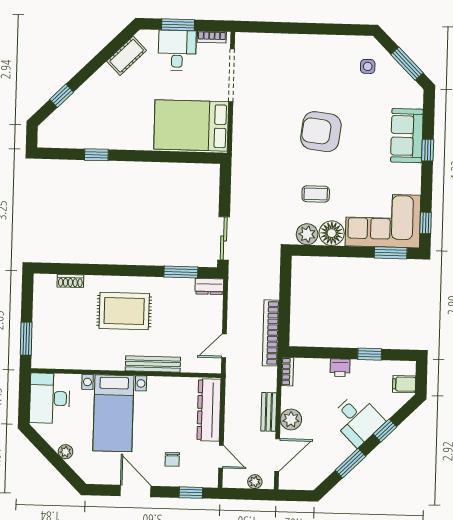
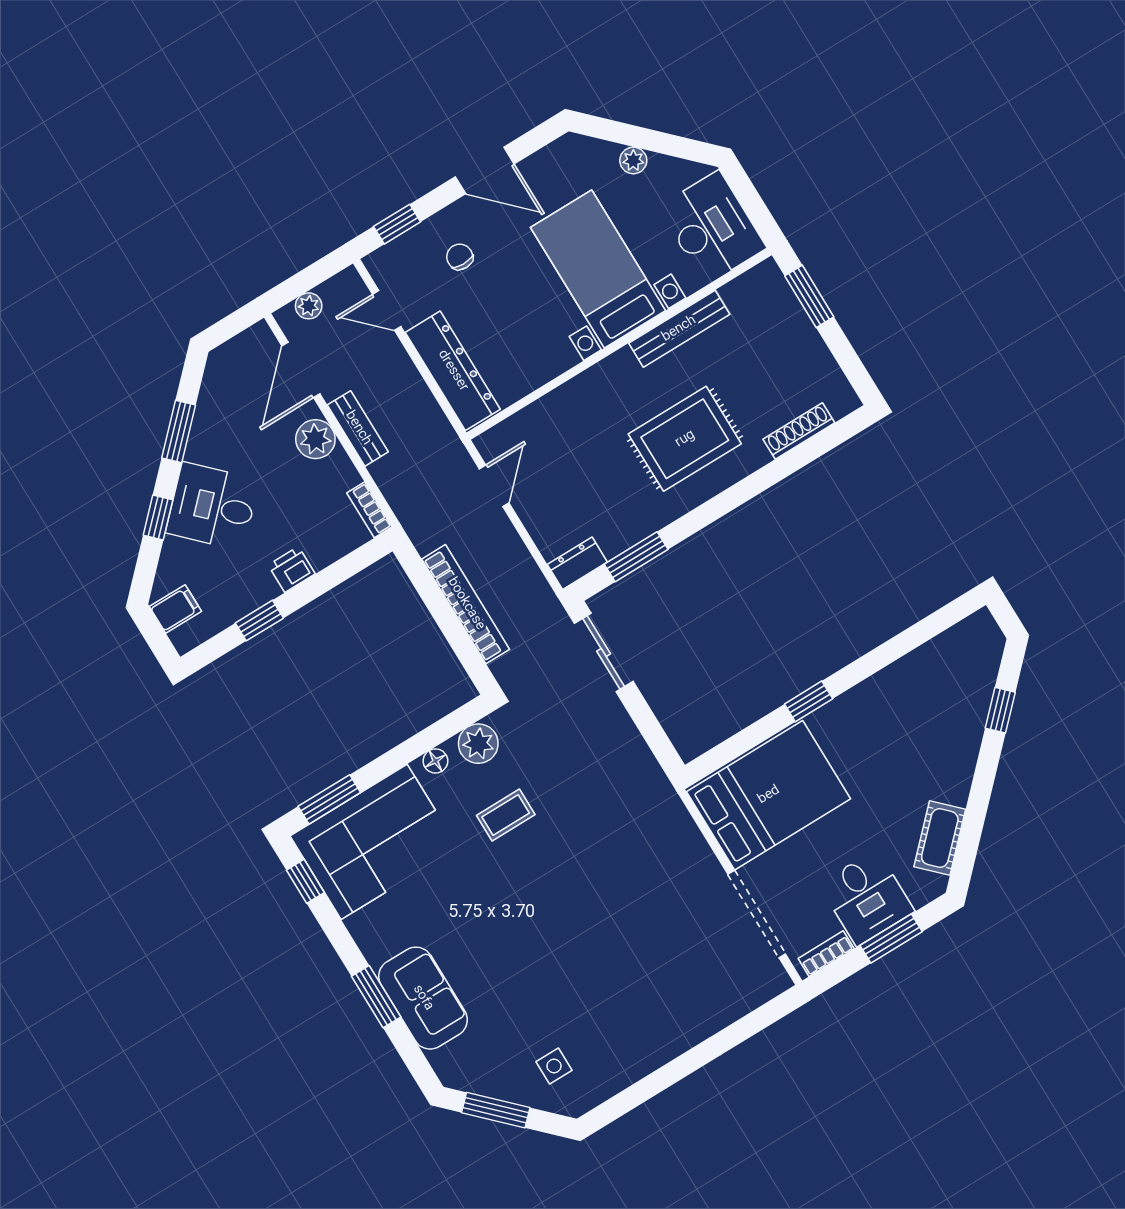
armchair: (321, 132) -> (561, 917), removed
window: (428, 150) -> (376, 997), width x1.50
window: (96, 155) -> (809, 701), moved
floor lamp: (332, 233) -> (435, 761), width x0.53, depth x0.53
shoe rack: (70, 281) -> (799, 431), width x1.43
bookcase: (271, 333) -> (466, 604), moved
bench: (153, 364) -> (679, 329), moved

